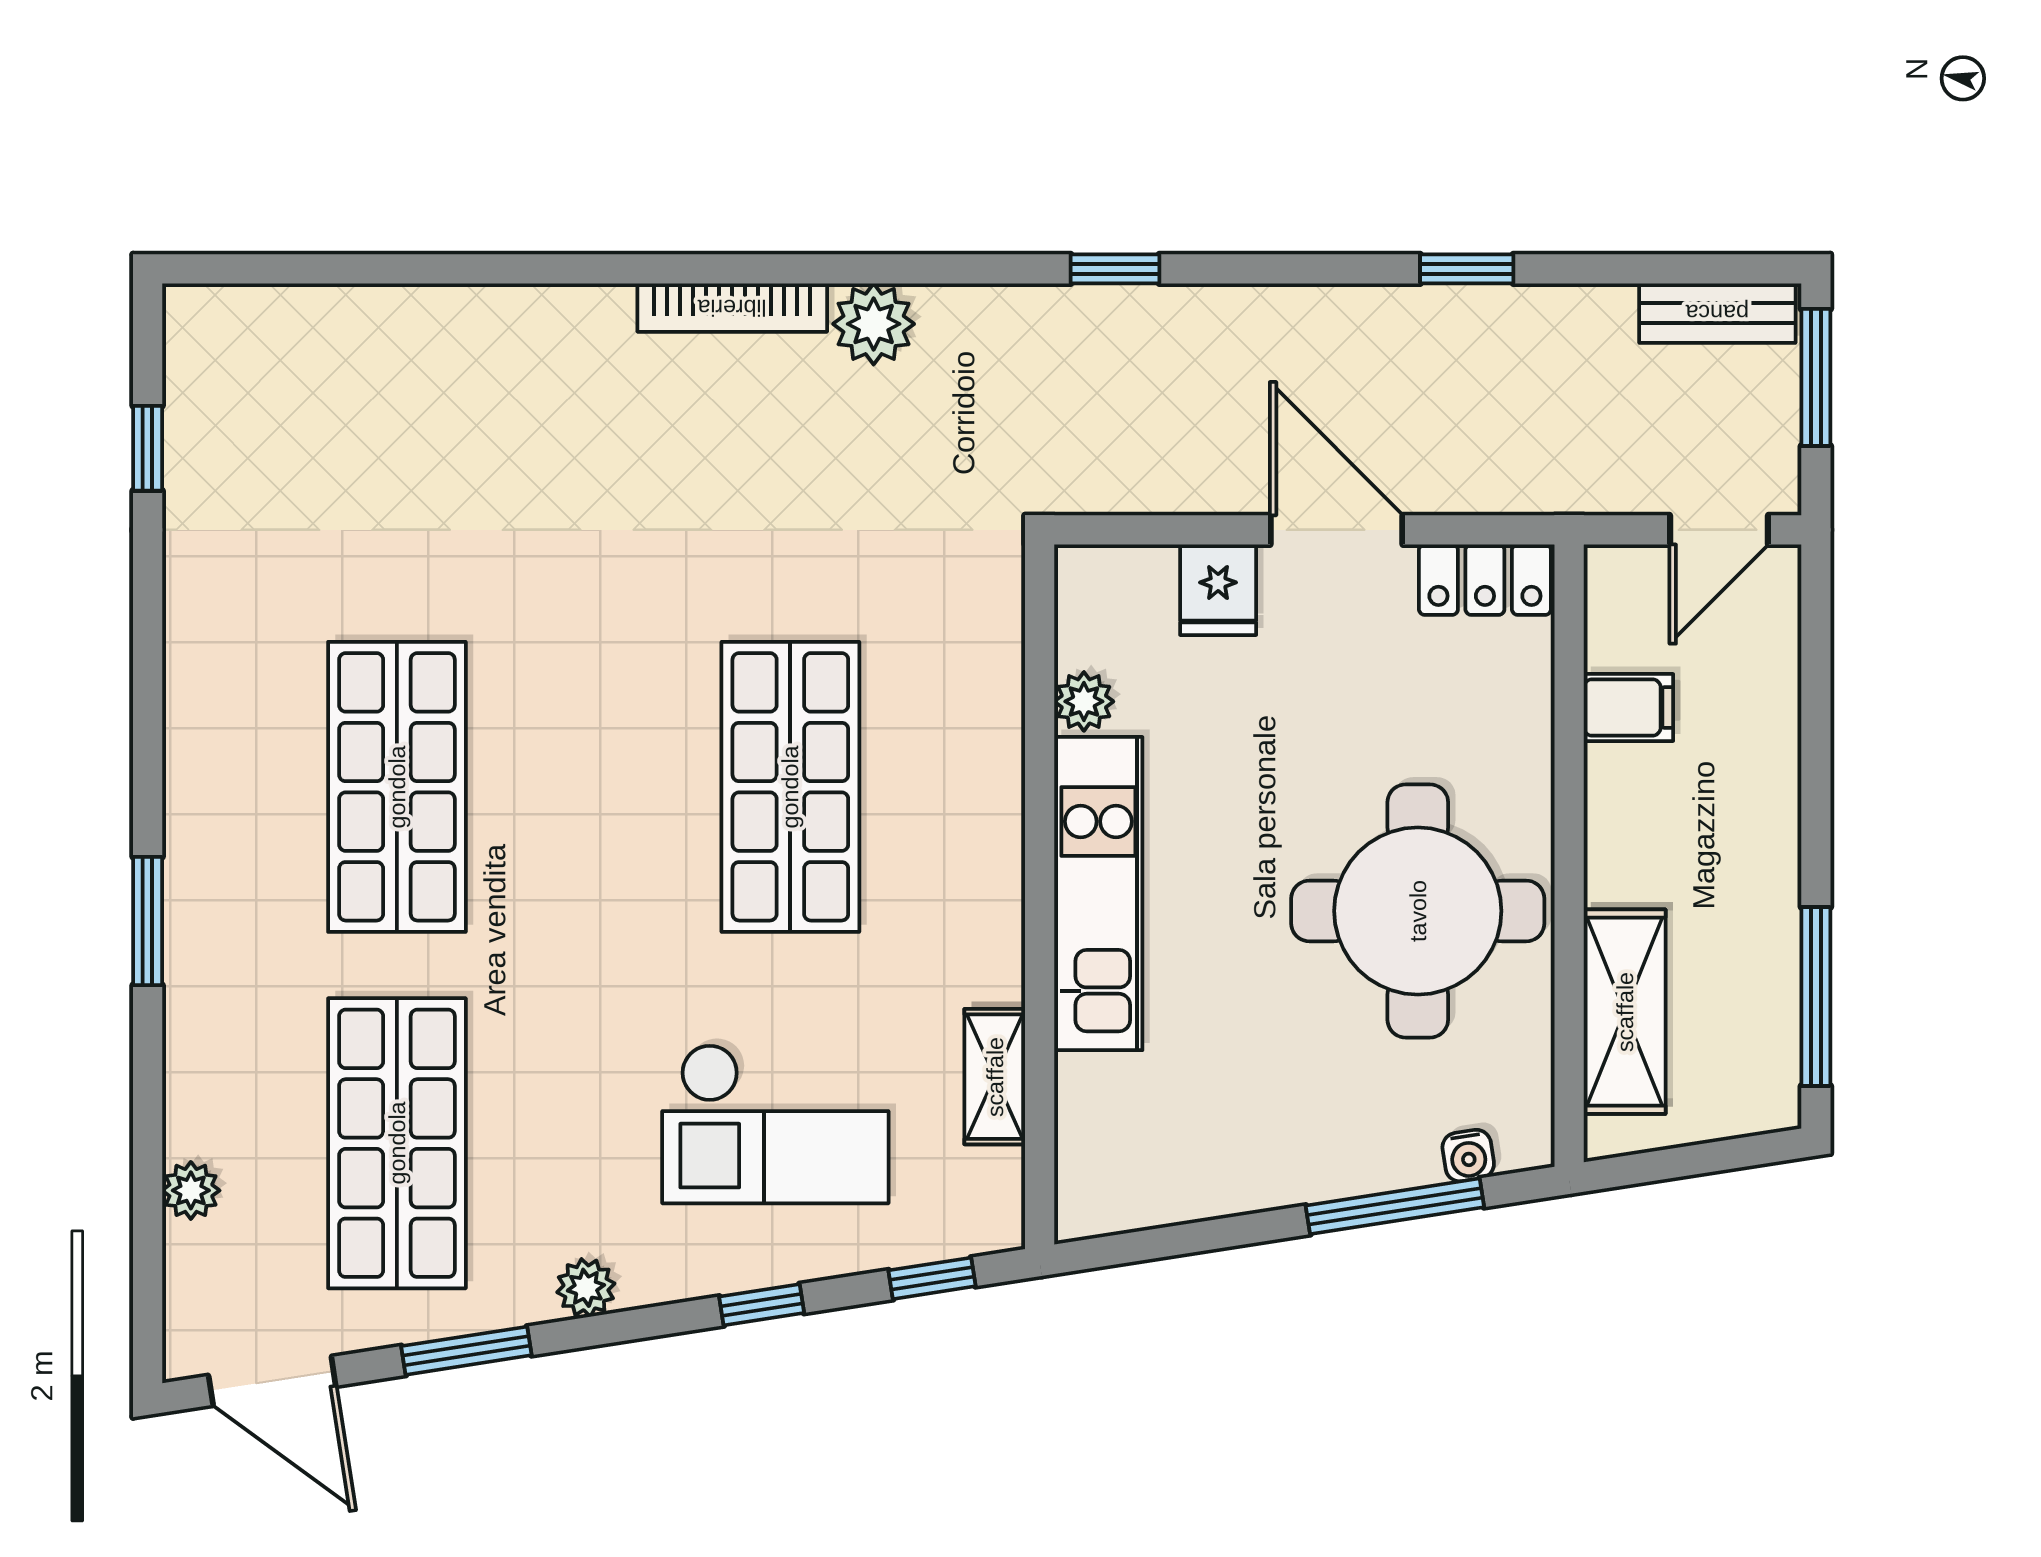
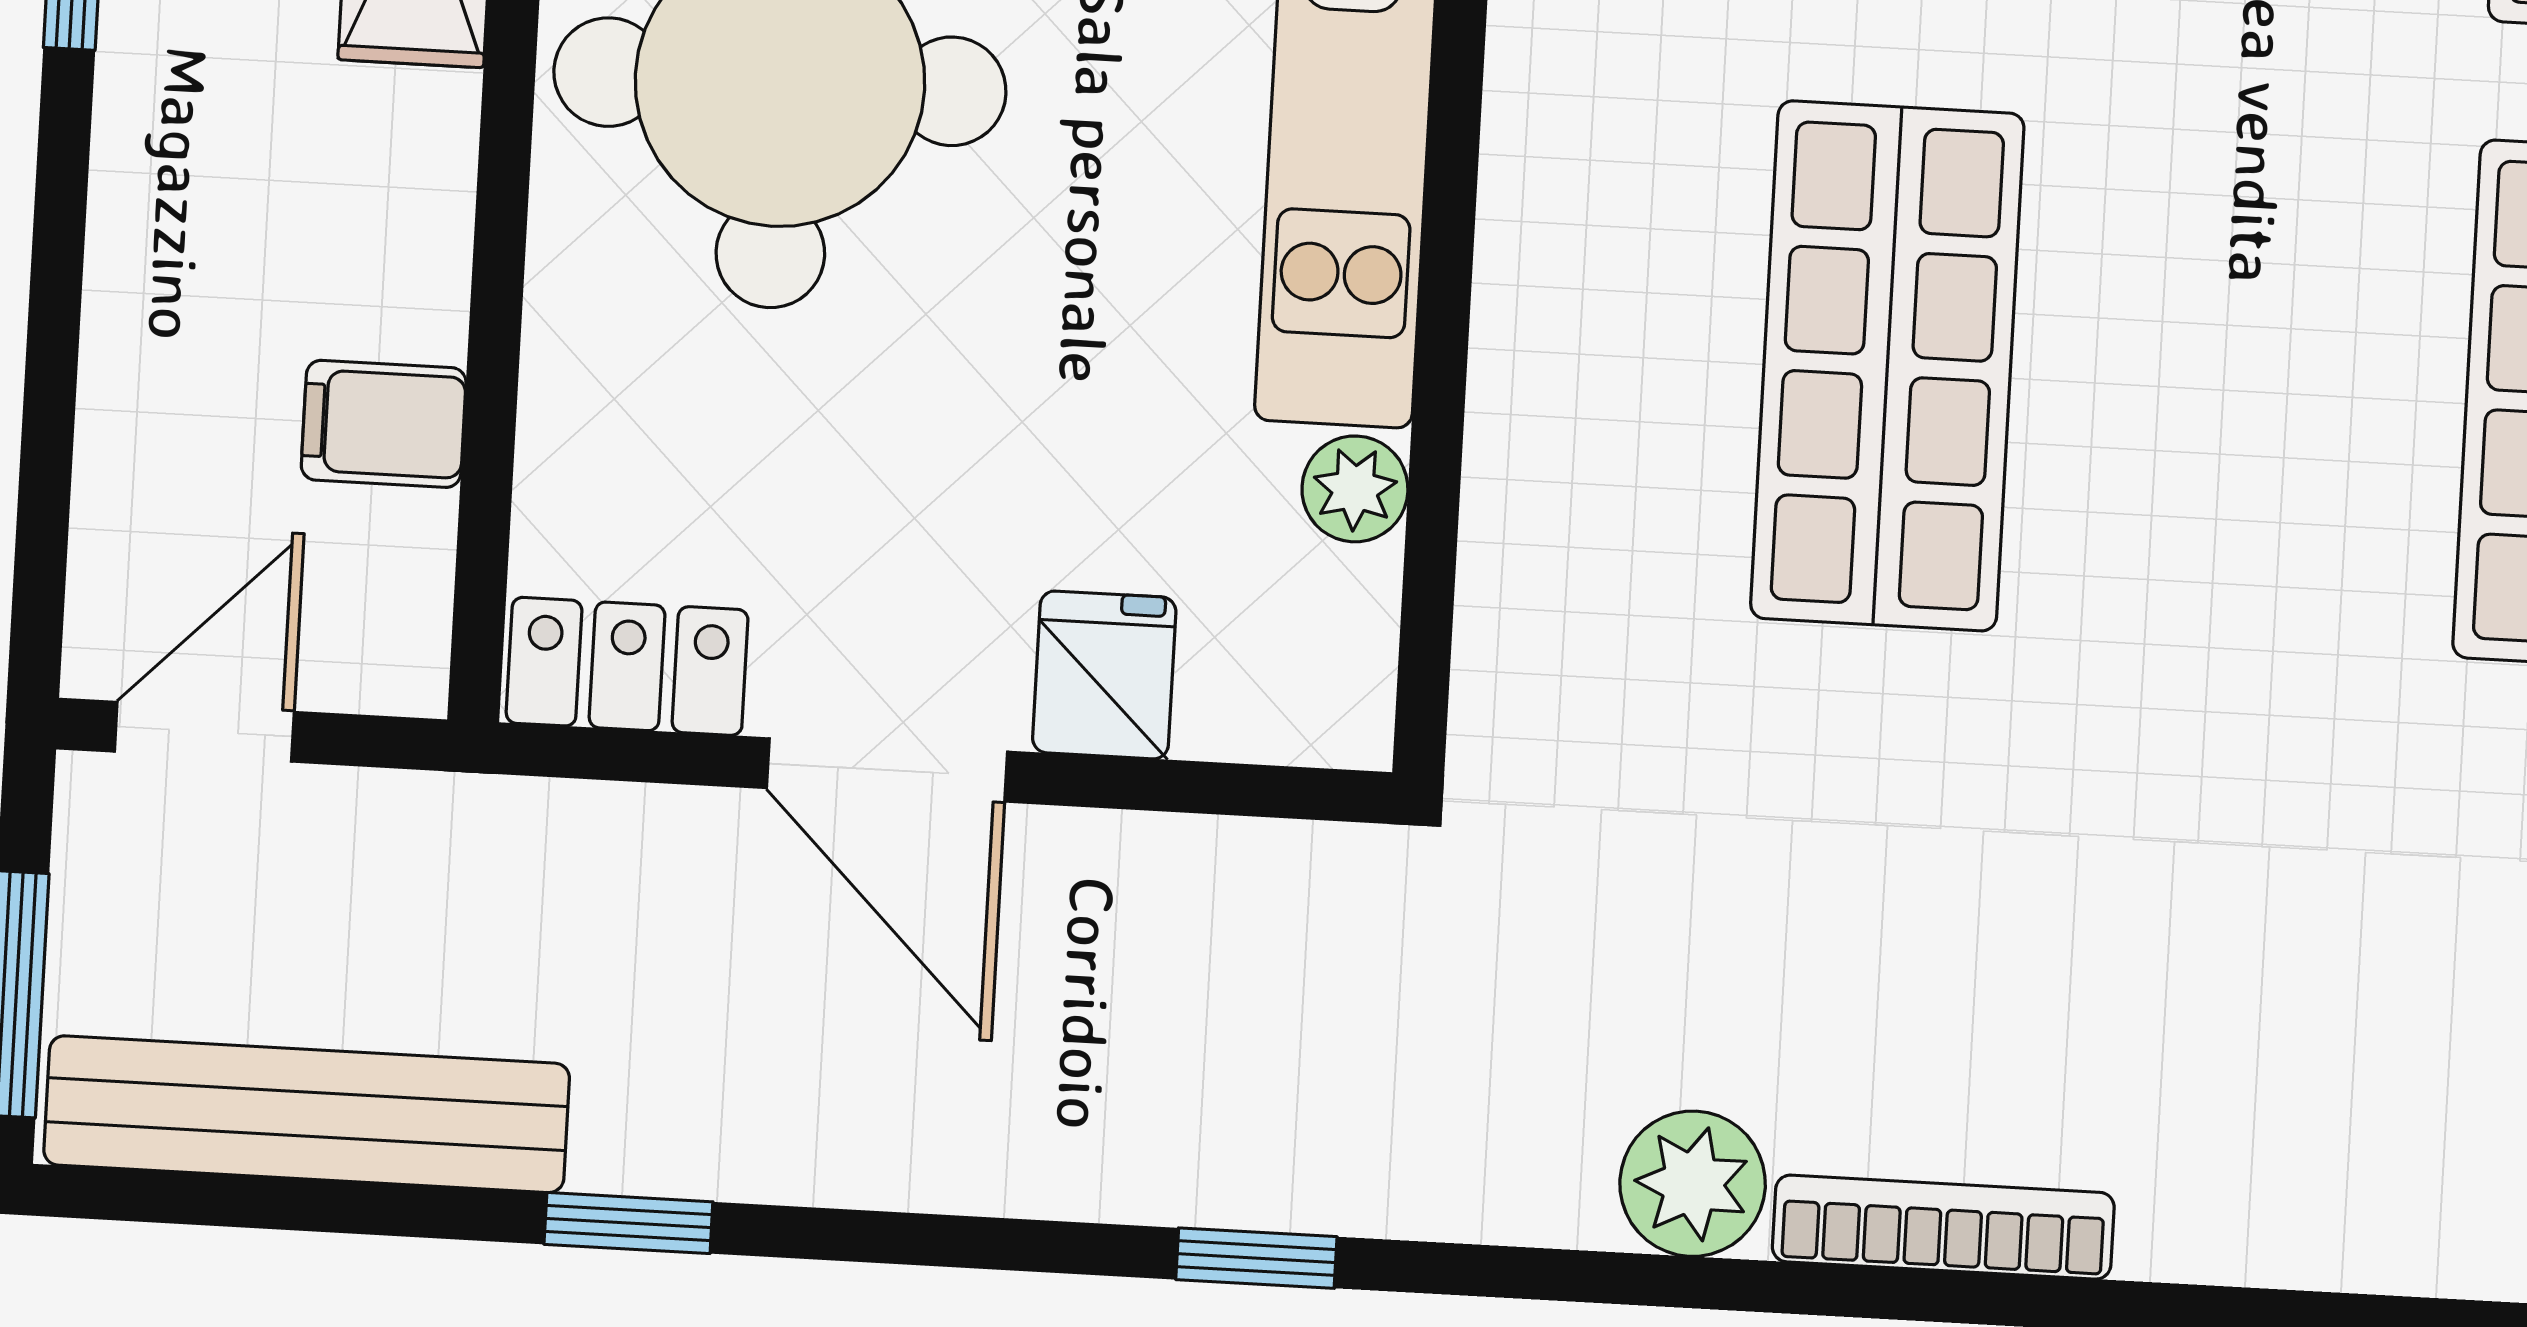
bench: (1717, 313) -> (307, 1114), width x1.86, depth x1.21

